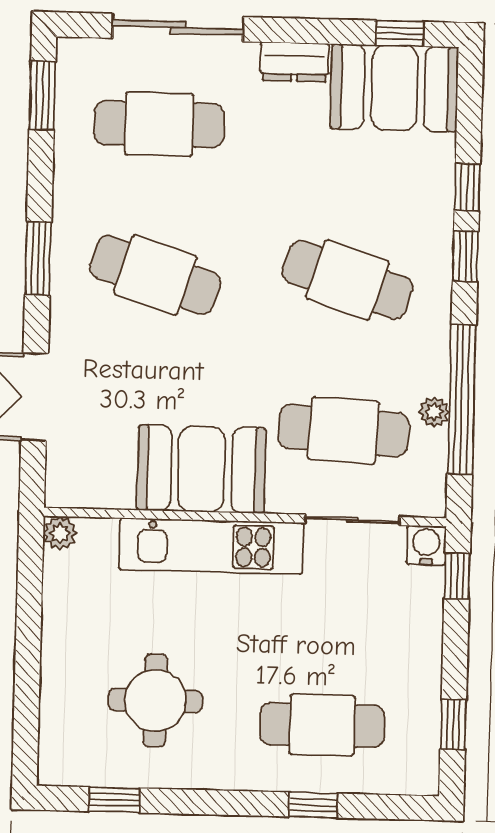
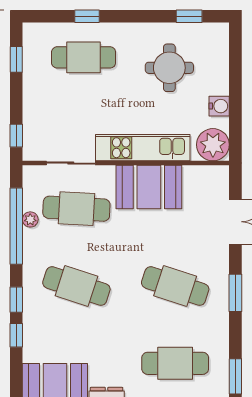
plant: (60, 533) -> (213, 145), width x1.88, depth x1.88
water cooler: (426, 545) -> (219, 106), moved, turned -90

